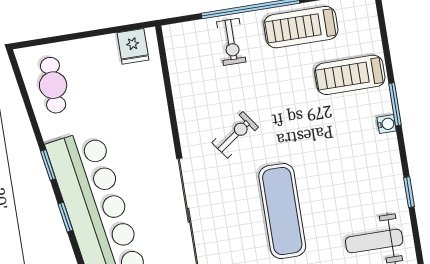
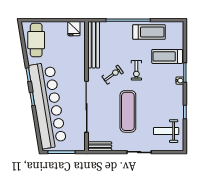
treadmill: (301, 27) -> (149, 32), turned 180
exercise bike: (231, 42) -> (136, 70), moved
bench: (182, 75) -> (94, 45), added
cafe table: (53, 85) -> (36, 40), width x1.37, depth x1.35

